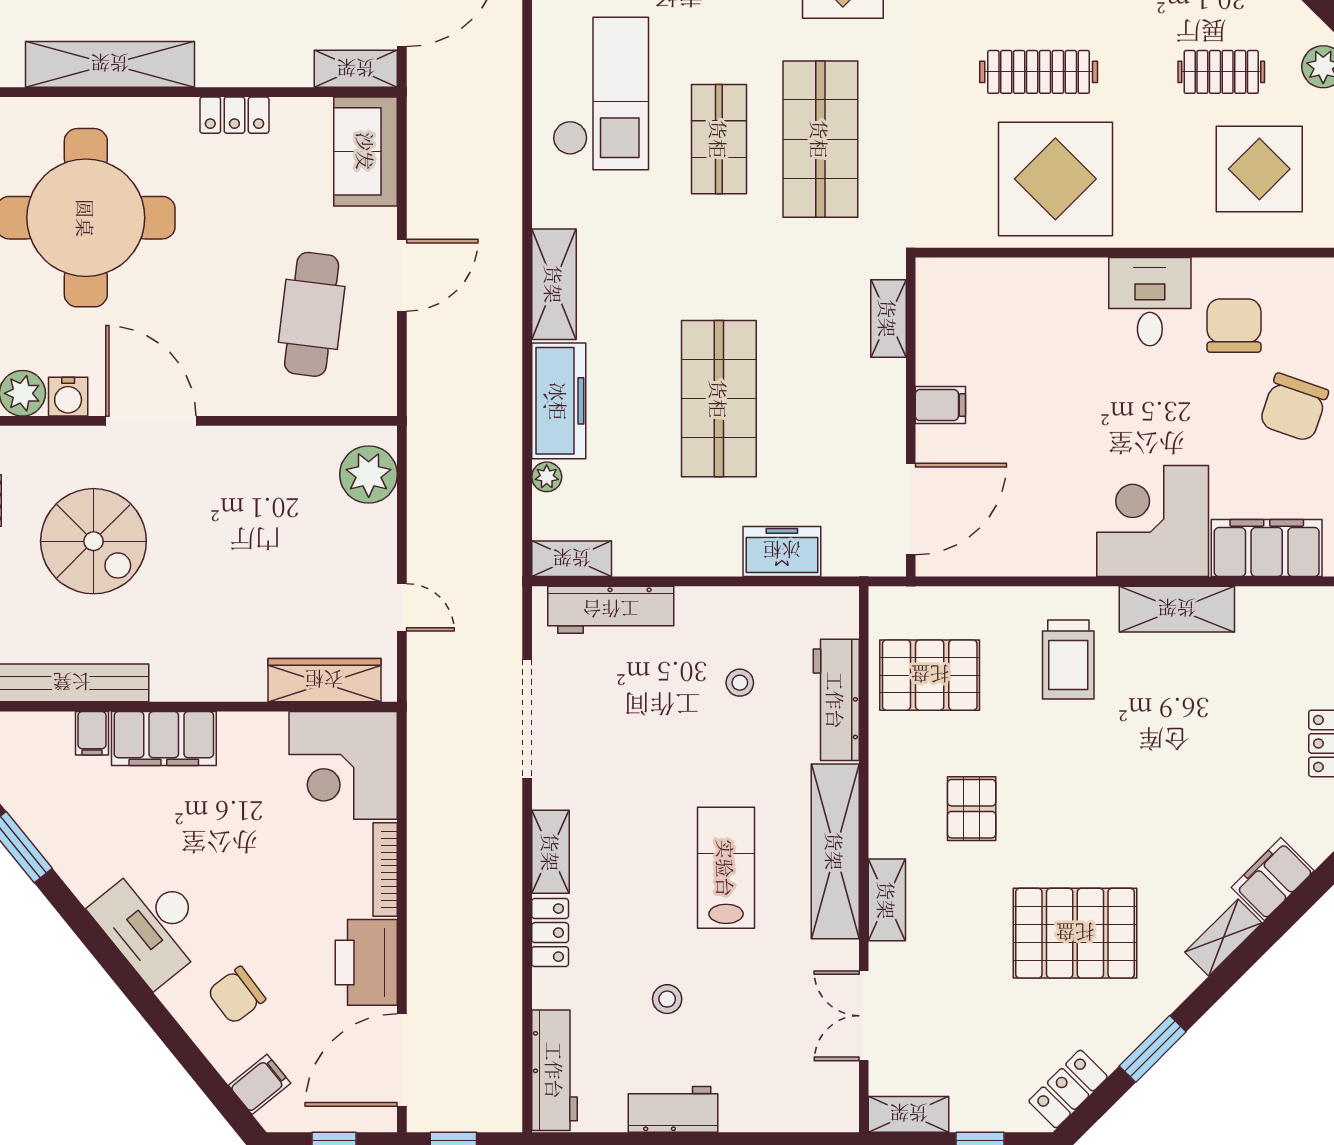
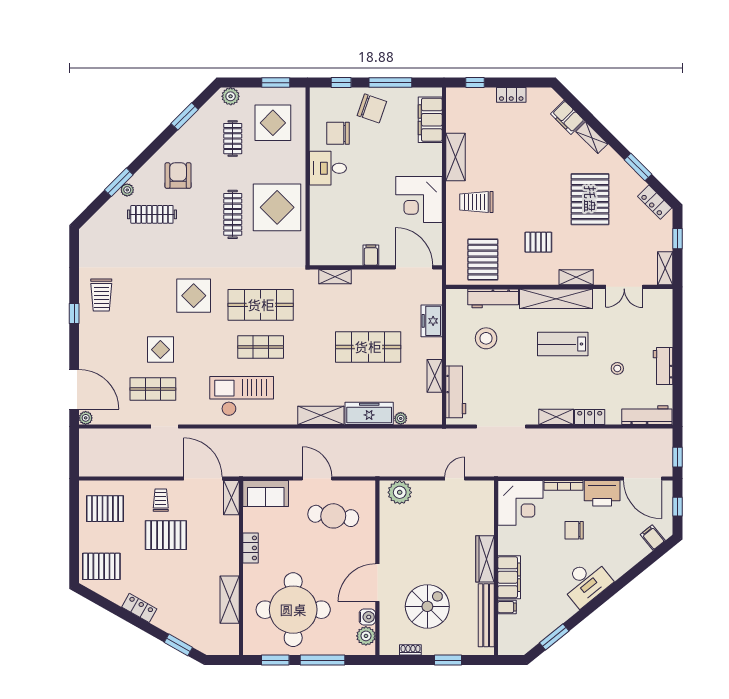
shelving: (110, 64) -> (230, 600), width x0.68
corner desk: (1153, 521) -> (419, 200), moved
shelving: (572, 559) -> (435, 376), moved
trolley: (1068, 659) -> (476, 202), turned 180
wardrobe: (324, 680) -> (485, 559), moved
stool: (740, 683) -> (486, 338), width x1.89, depth x1.89
chair: (237, 995) -> (574, 530), moved, turned 127

